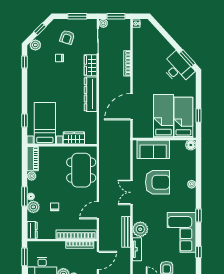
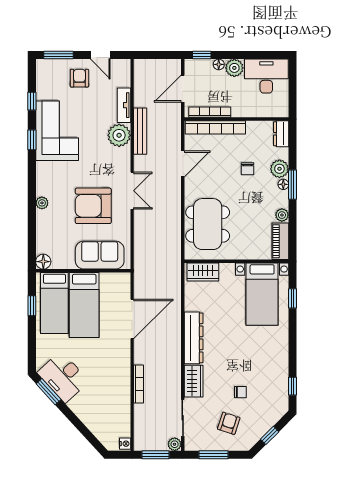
plant: (35, 45) -> (276, 412), removed
wardrobe: (74, 138) -> (203, 272), moved
window: (198, 215) -> (32, 140), moved
window: (25, 257) -> (292, 94), removed

